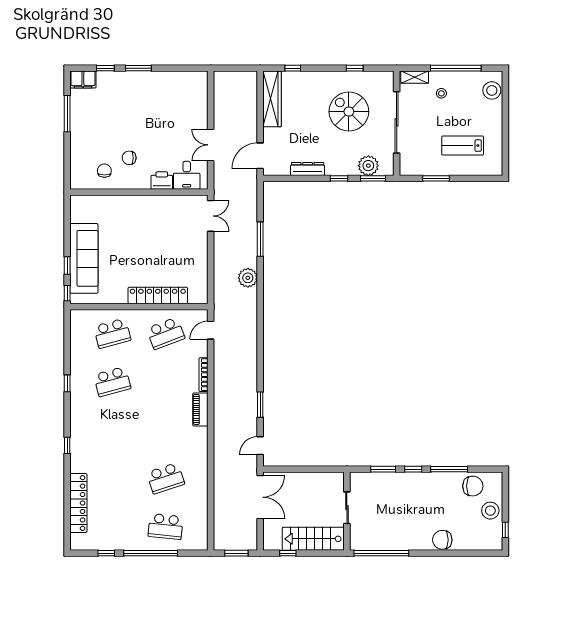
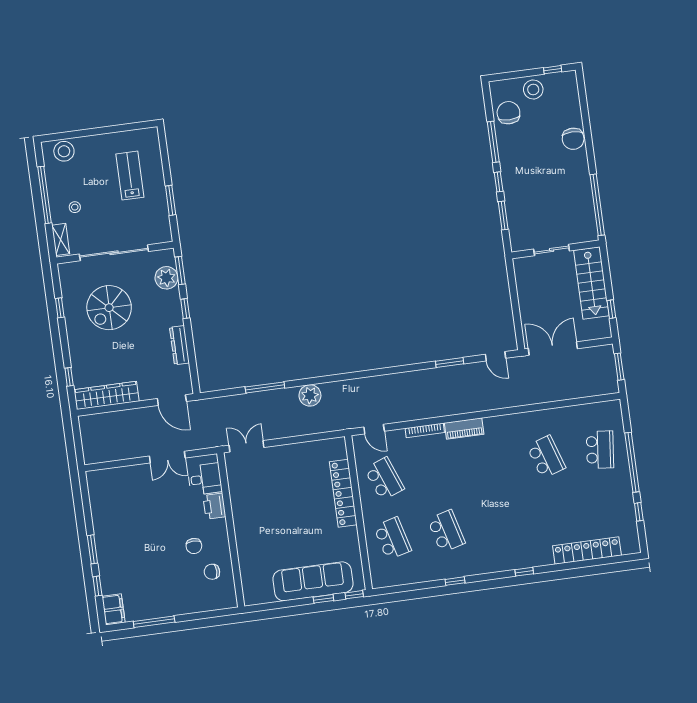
lab bench: (463, 146) -> (130, 176), turned 180

